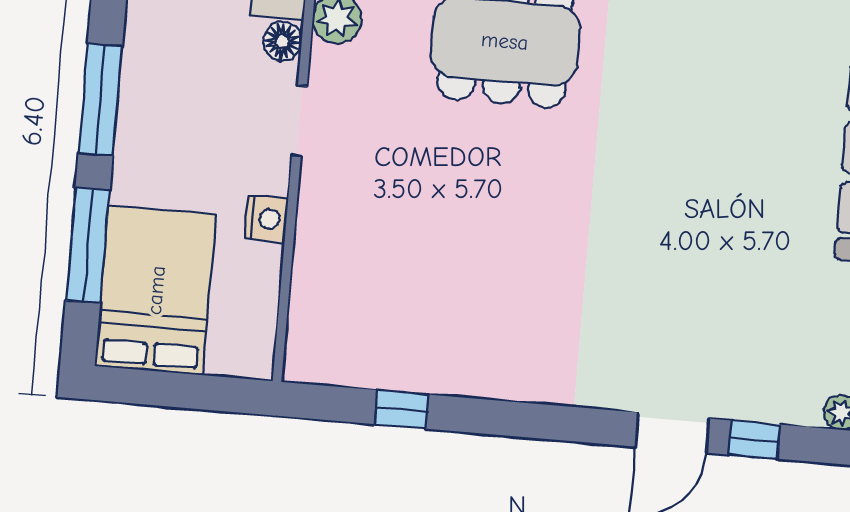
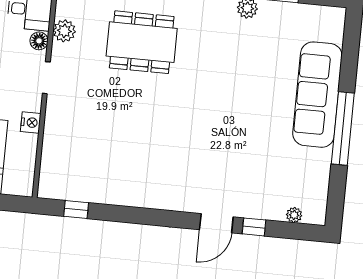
window: (401, 409) -> (76, 210), moved

